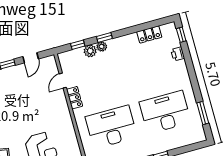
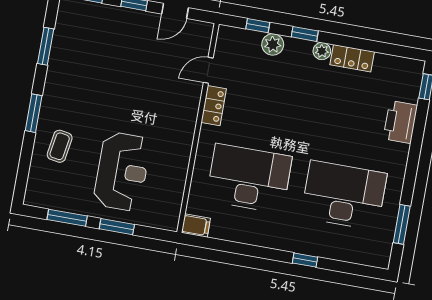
locker: (149, 34) -> (352, 58), moved
plant: (102, 46) -> (322, 51), moved
printer: (178, 54) -> (400, 122), width x1.87, depth x1.48

